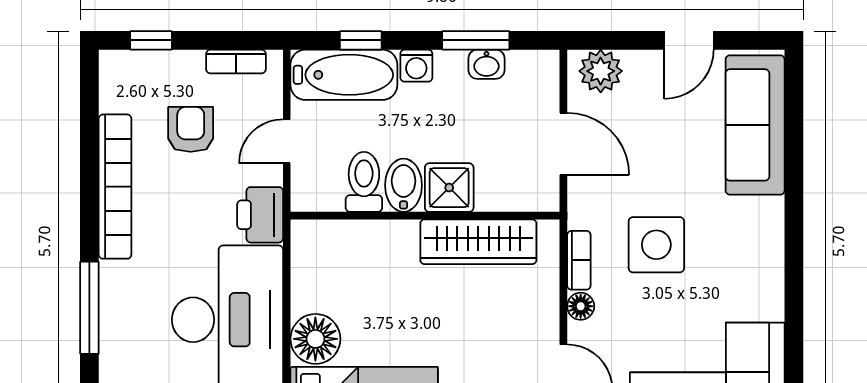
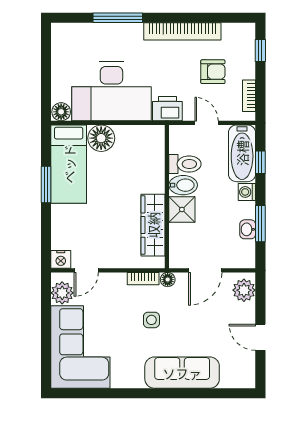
sofa: (755, 125) -> (182, 373), moved
side table: (656, 245) -> (151, 320), width x0.54, depth x0.54
floor lamp: (581, 306) -> (168, 280), moved

